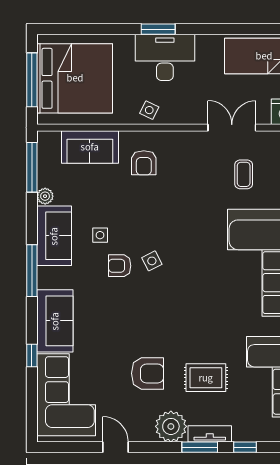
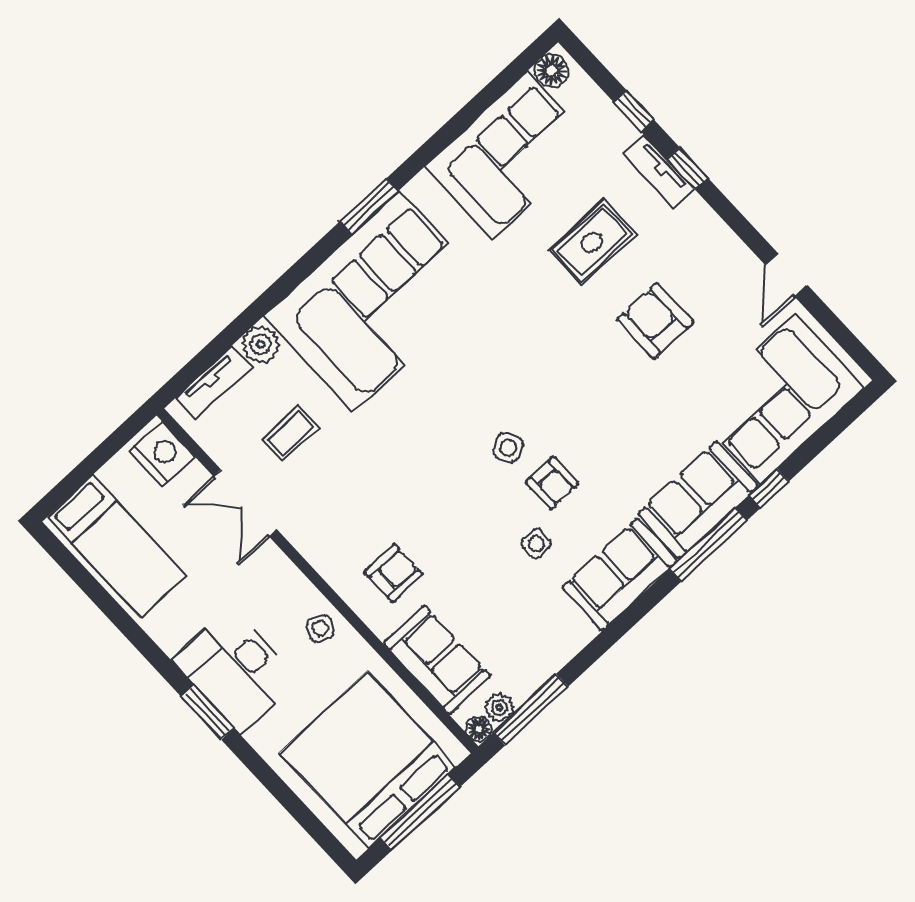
floor lamp: (44, 138) -> (479, 729), added
plant: (45, 196) -> (499, 707), moved
sofa: (54, 236) -> (620, 574), moved
window: (32, 271) -> (708, 545), moved
rug: (206, 378) -> (592, 242), turned 90
plant: (171, 426) -> (695, 229), removed
window: (200, 447) -> (687, 168), width x0.67

